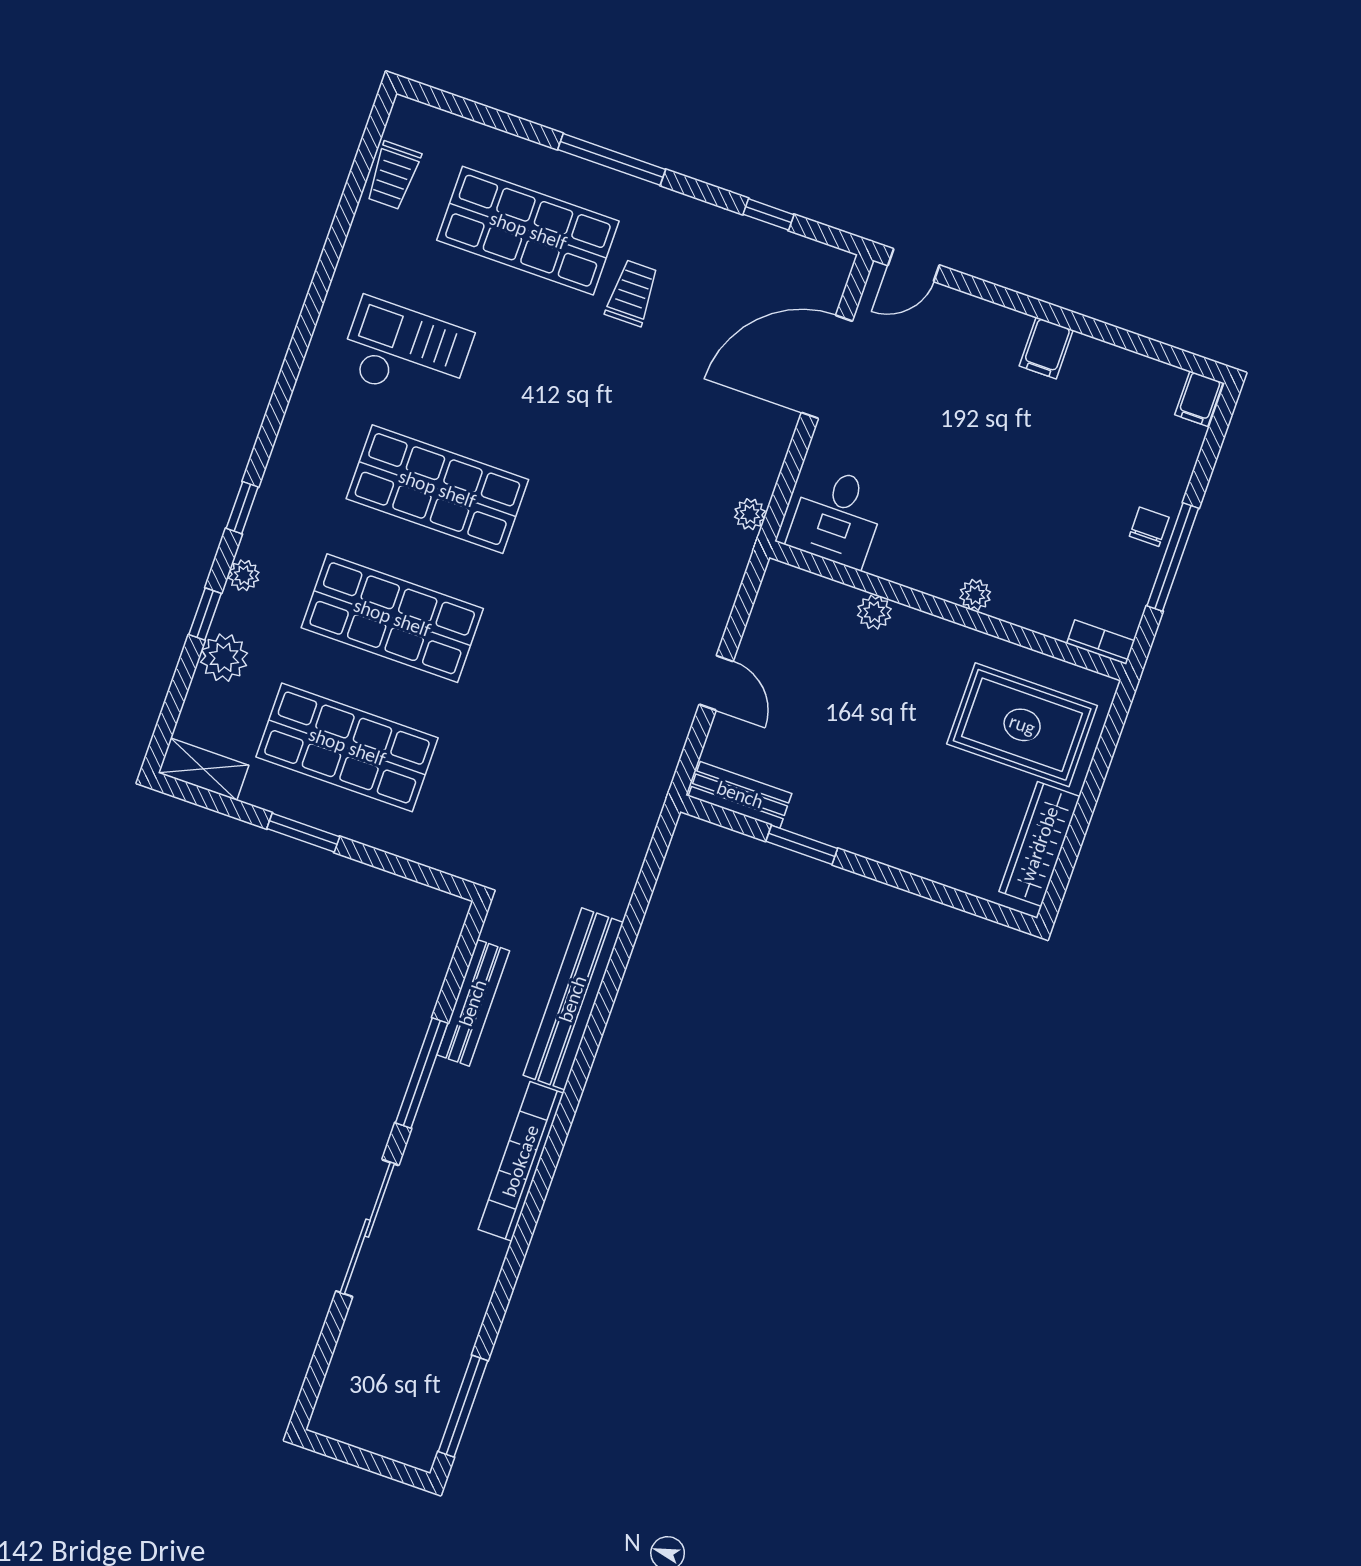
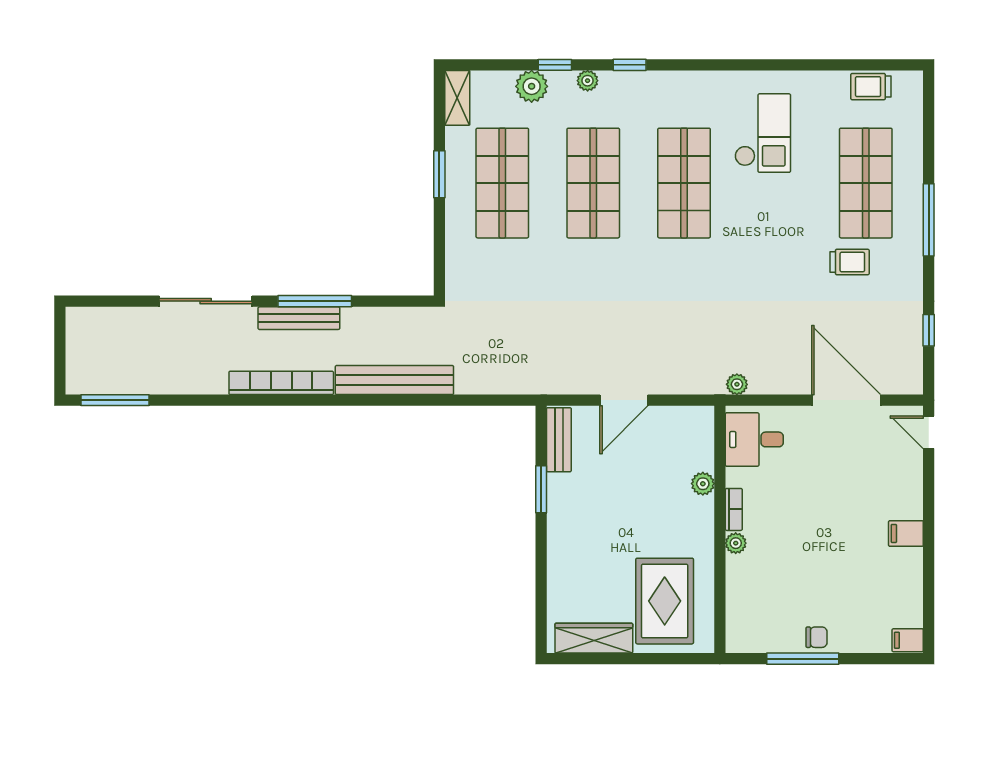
bookcase: (1101, 642) -> (734, 509), moved
door: (716, 683) -> (624, 400), width x1.38
bench: (473, 1003) -> (299, 318), moved

